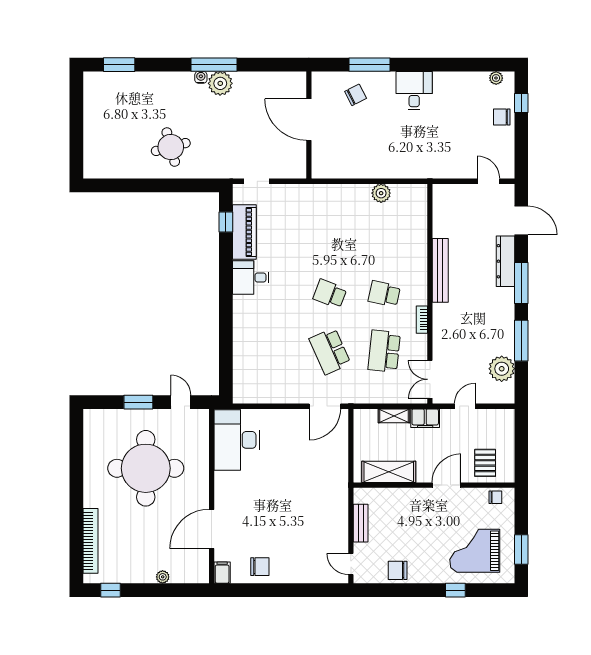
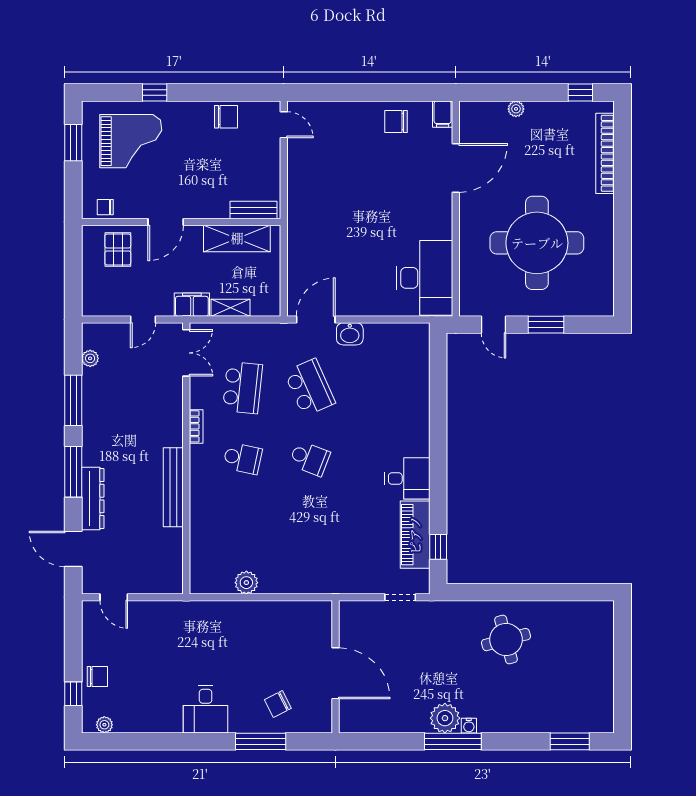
plant: (502, 369) -> (90, 358), width x0.53, depth x0.53
washbasin: (297, 395) -> (350, 334), added
bench: (361, 523) -> (253, 210), moved, turned 90

